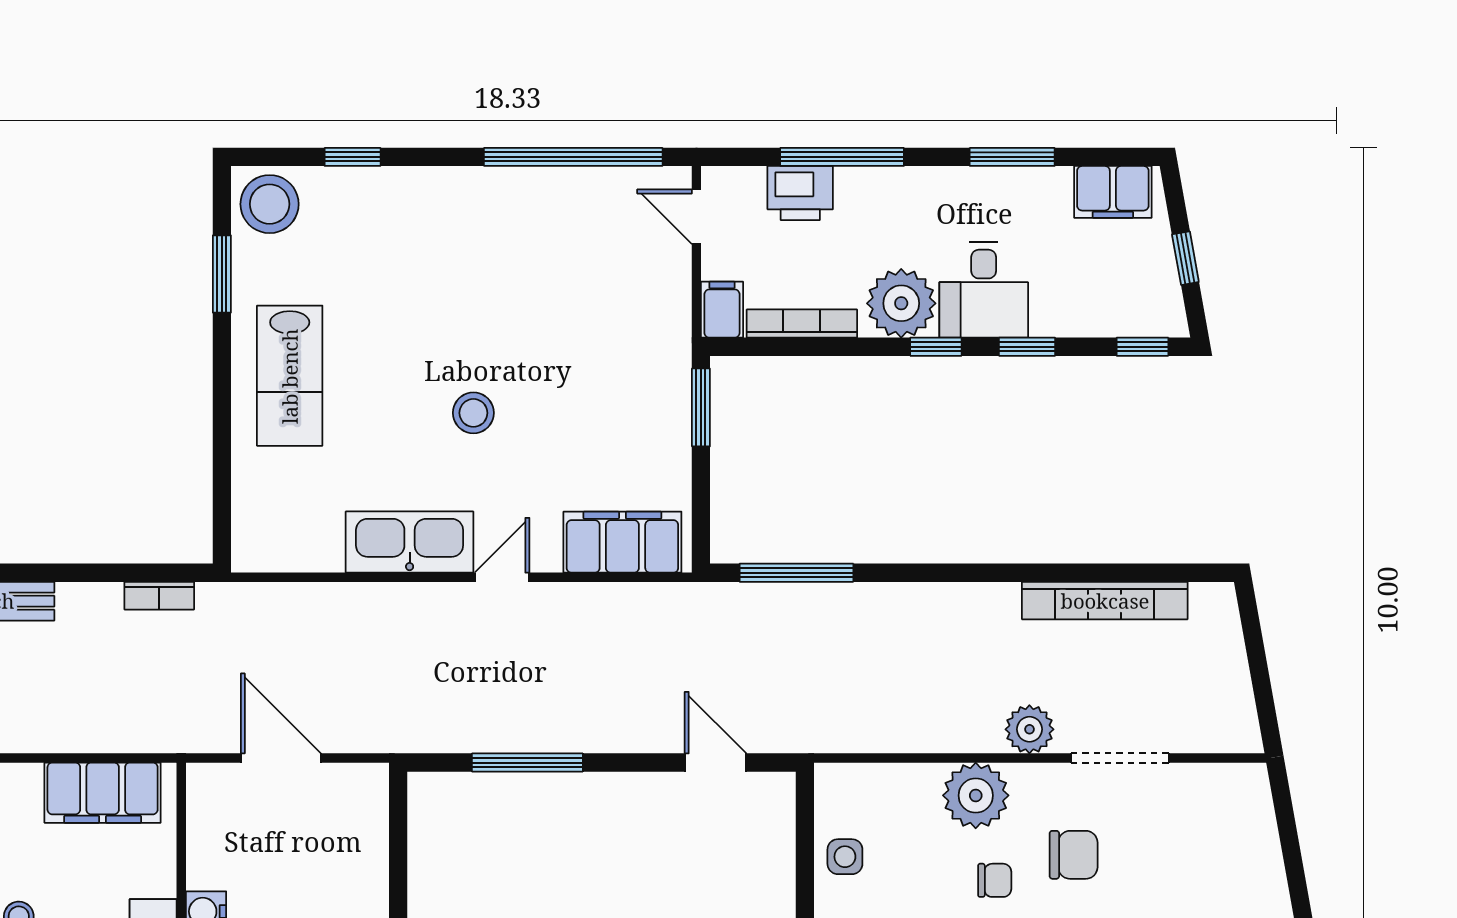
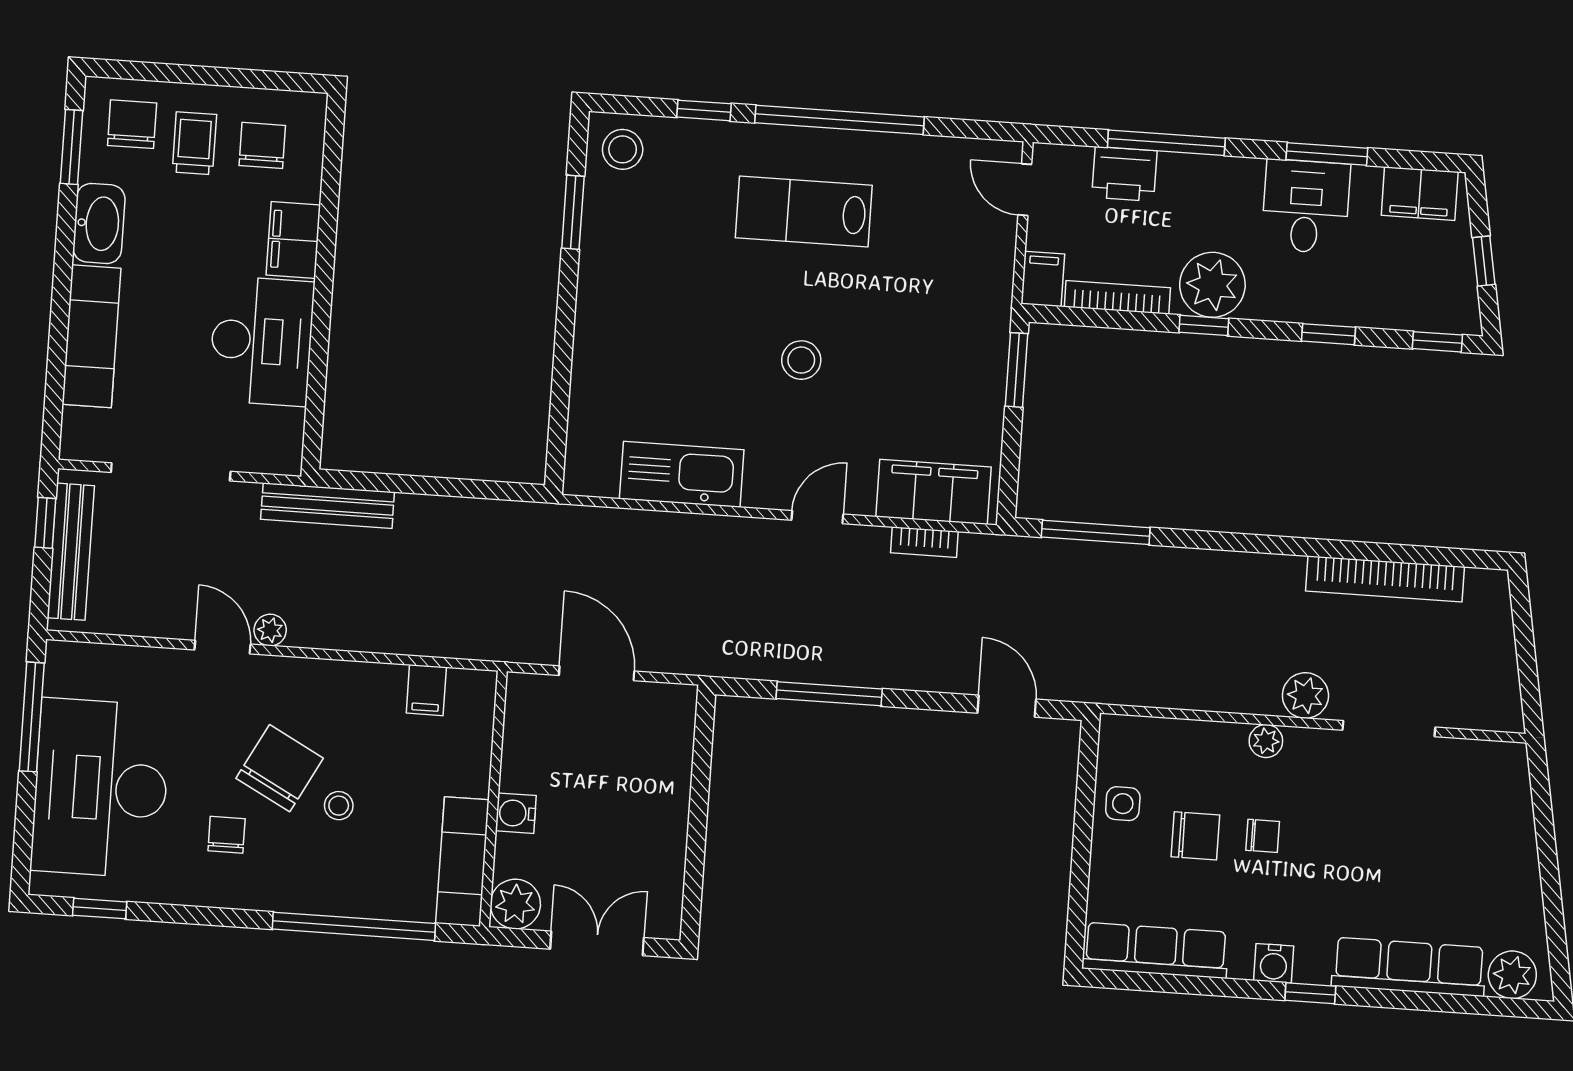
window: (573, 157) -> (839, 120), moved
stool: (270, 204) -> (623, 149), width x0.73, depth x0.73
desk: (984, 290) -> (1306, 206), moved, turned 180
window: (936, 347) -> (1204, 325), moved
lab bench: (290, 376) -> (804, 212), moved, turned 90
kitchen sink: (410, 542) -> (682, 474), moved
bookcase: (159, 596) -> (924, 542), moved
filing cabinet: (103, 793) -> (426, 690), width x0.33, depth x0.86
plant: (976, 795) -> (1266, 741), width x0.53, depth x0.53
chair: (1074, 855) -> (1195, 836), moved

